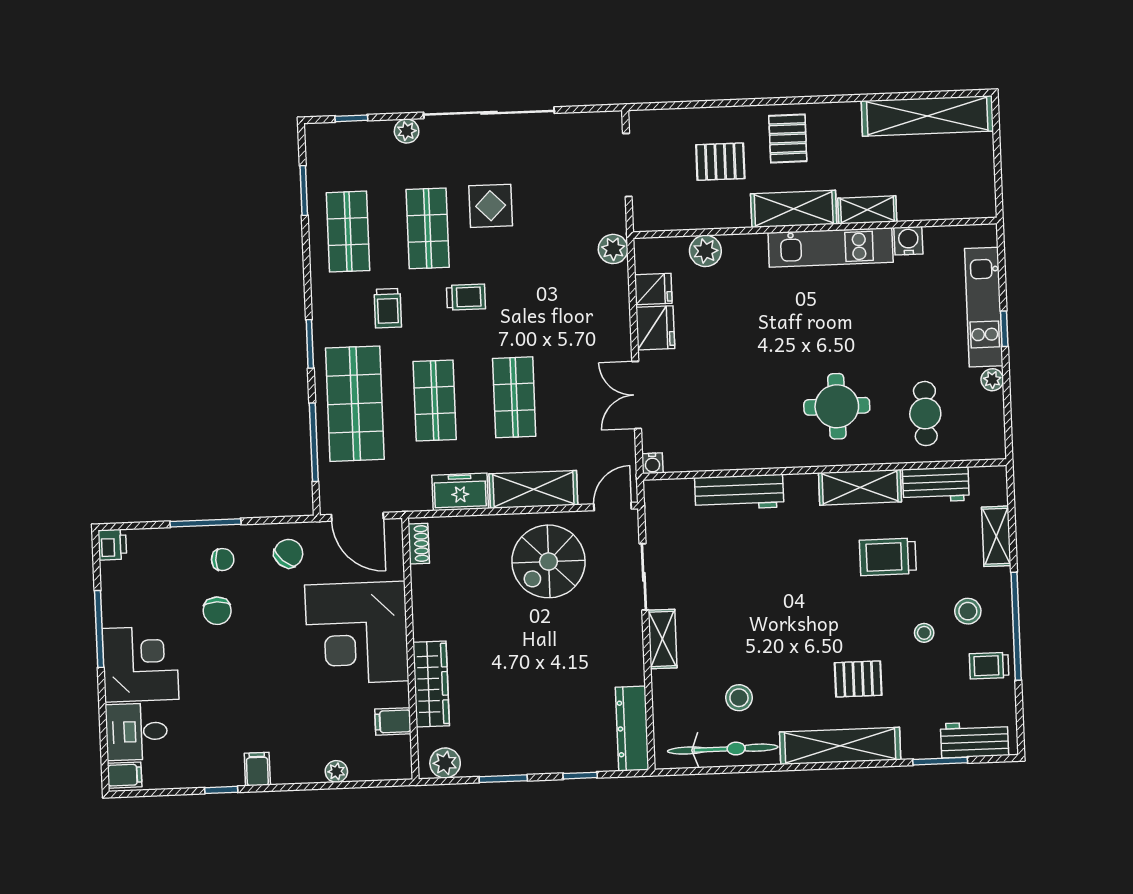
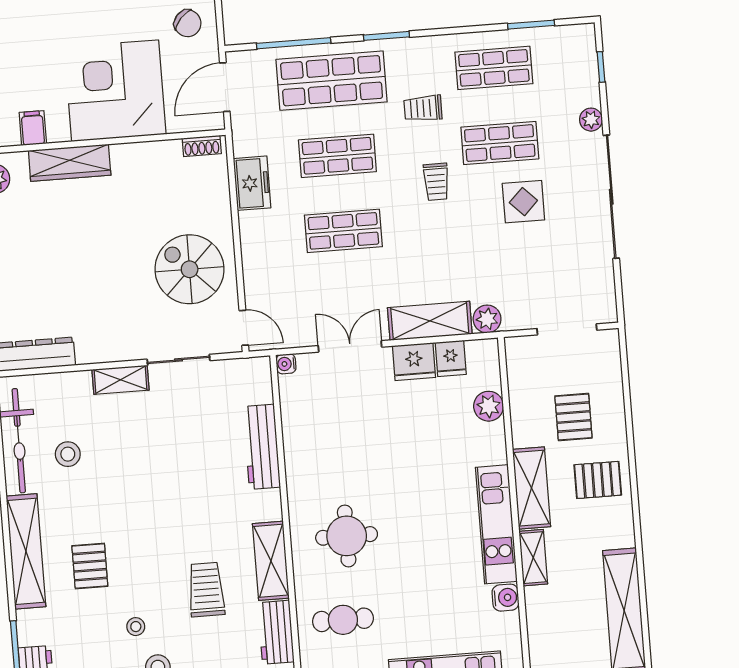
shelving: (533, 489) -> (430, 321), moved, turned 90

